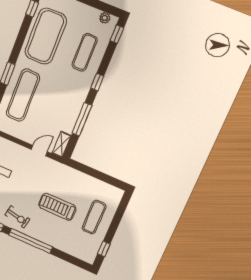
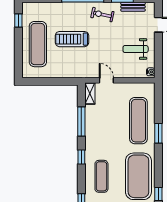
door: (39, 151) -> (106, 80), swing flipped
treadmill: (57, 207) -> (72, 39), turned 180
exercise mat: (94, 217) -> (38, 44), width x1.36, depth x1.45

